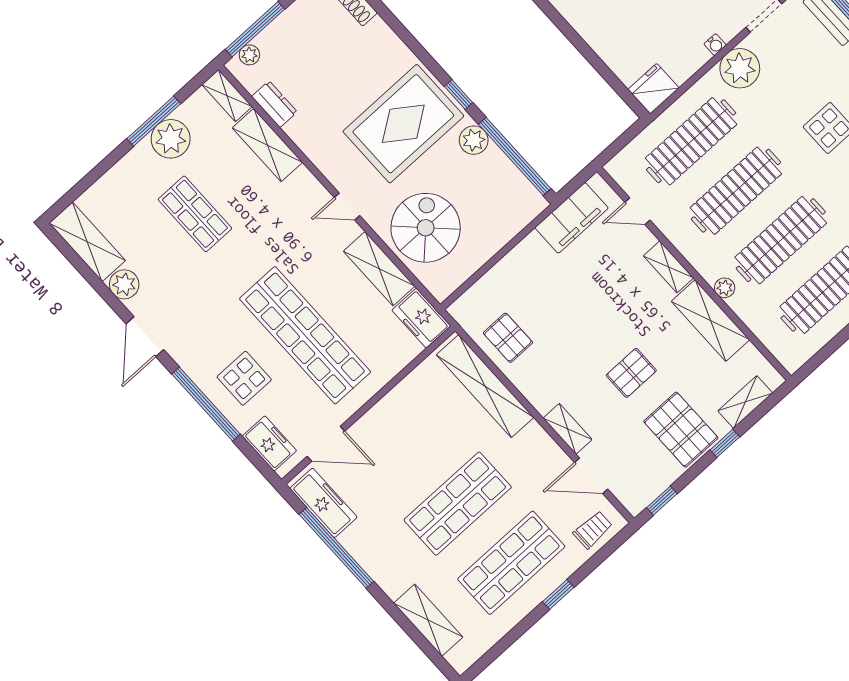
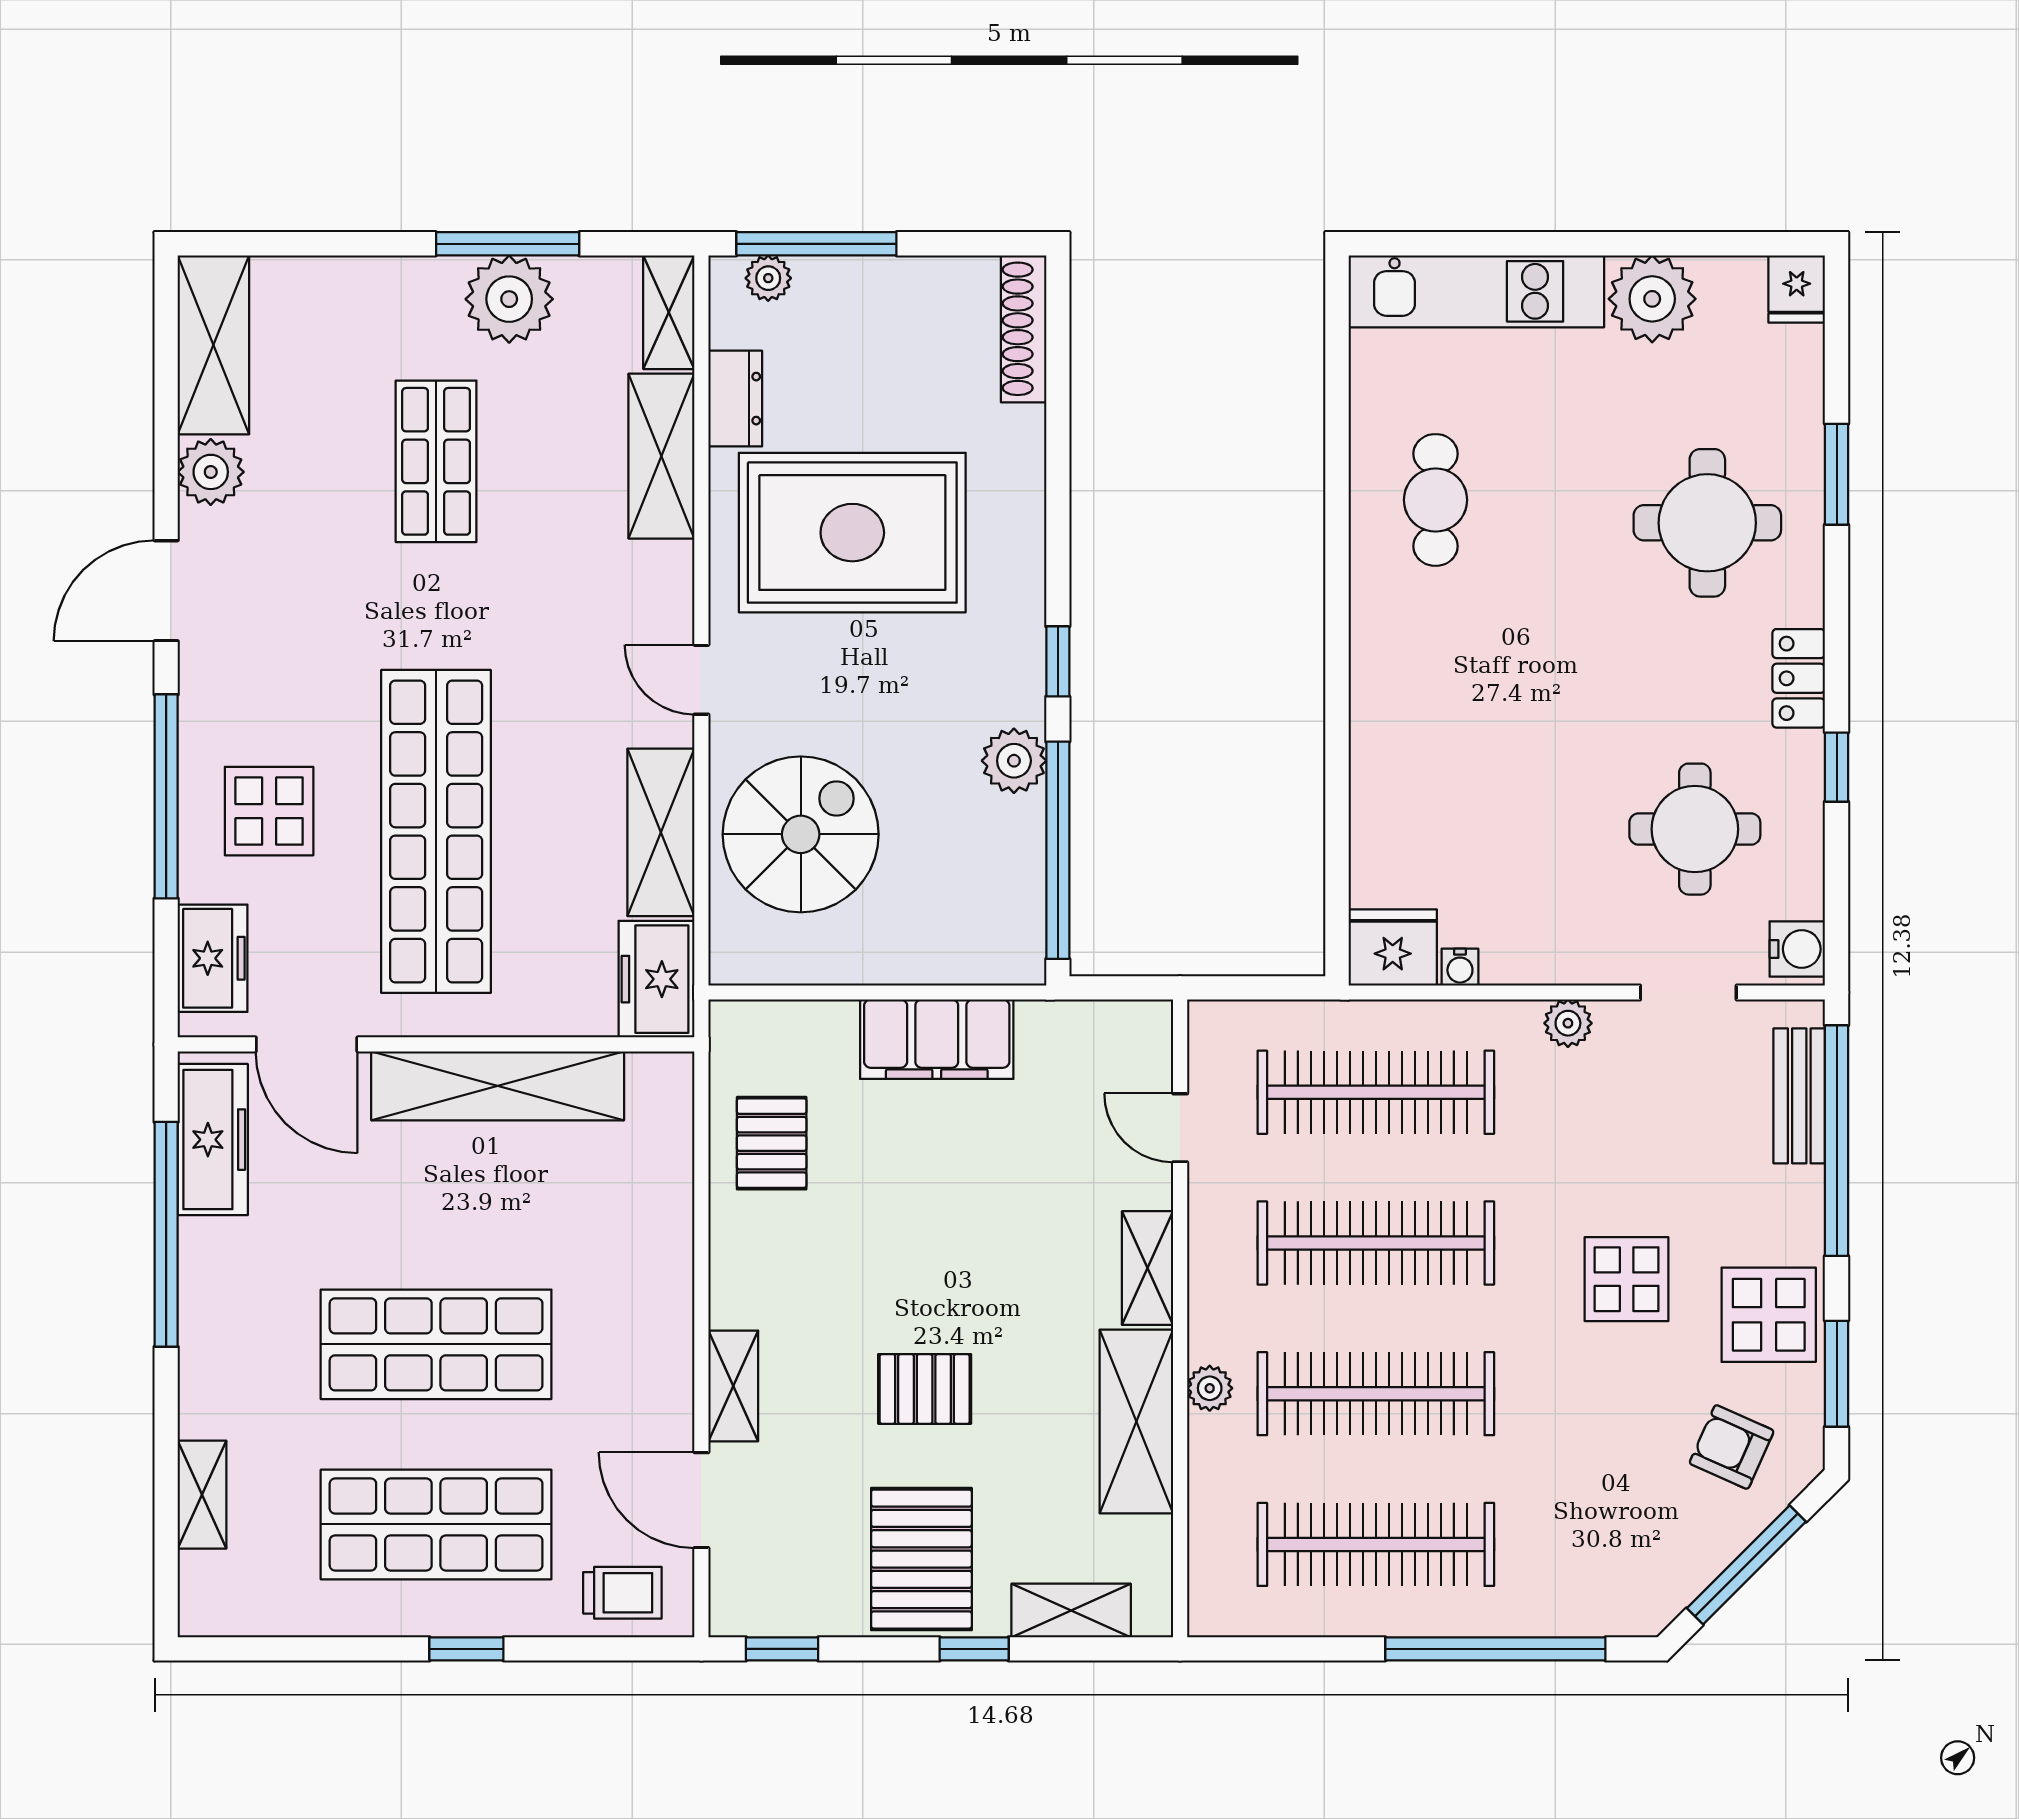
water cooler: (715, 45) -> (1460, 967), moved
plant: (740, 68) -> (1568, 1023), width x0.53, depth x0.53
rug: (403, 124) -> (852, 533), moved
filing cabinet: (572, 218) -> (937, 1039), moved
shelving: (485, 386) -> (498, 1086), moved, turned 90
shelving: (428, 620) -> (202, 1495), width x0.67, depth x0.75

